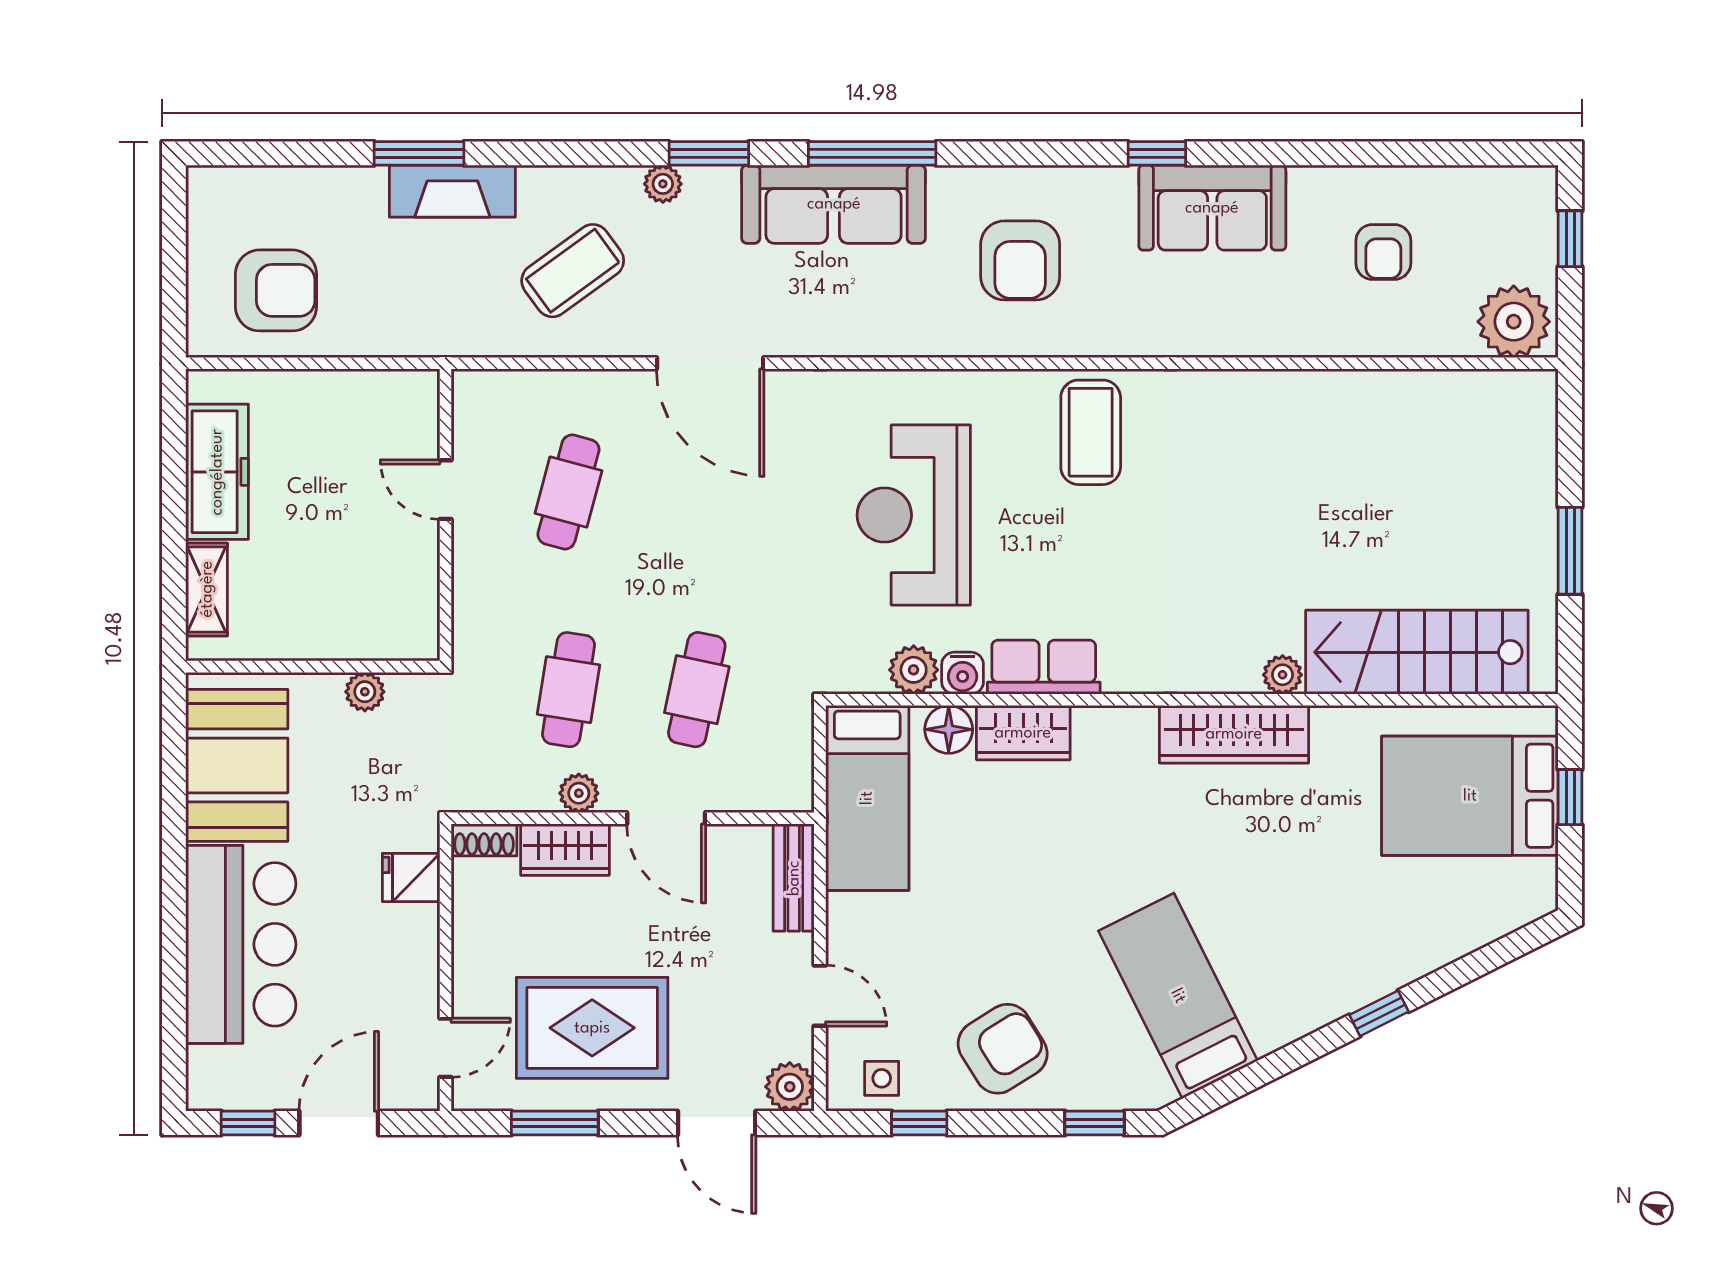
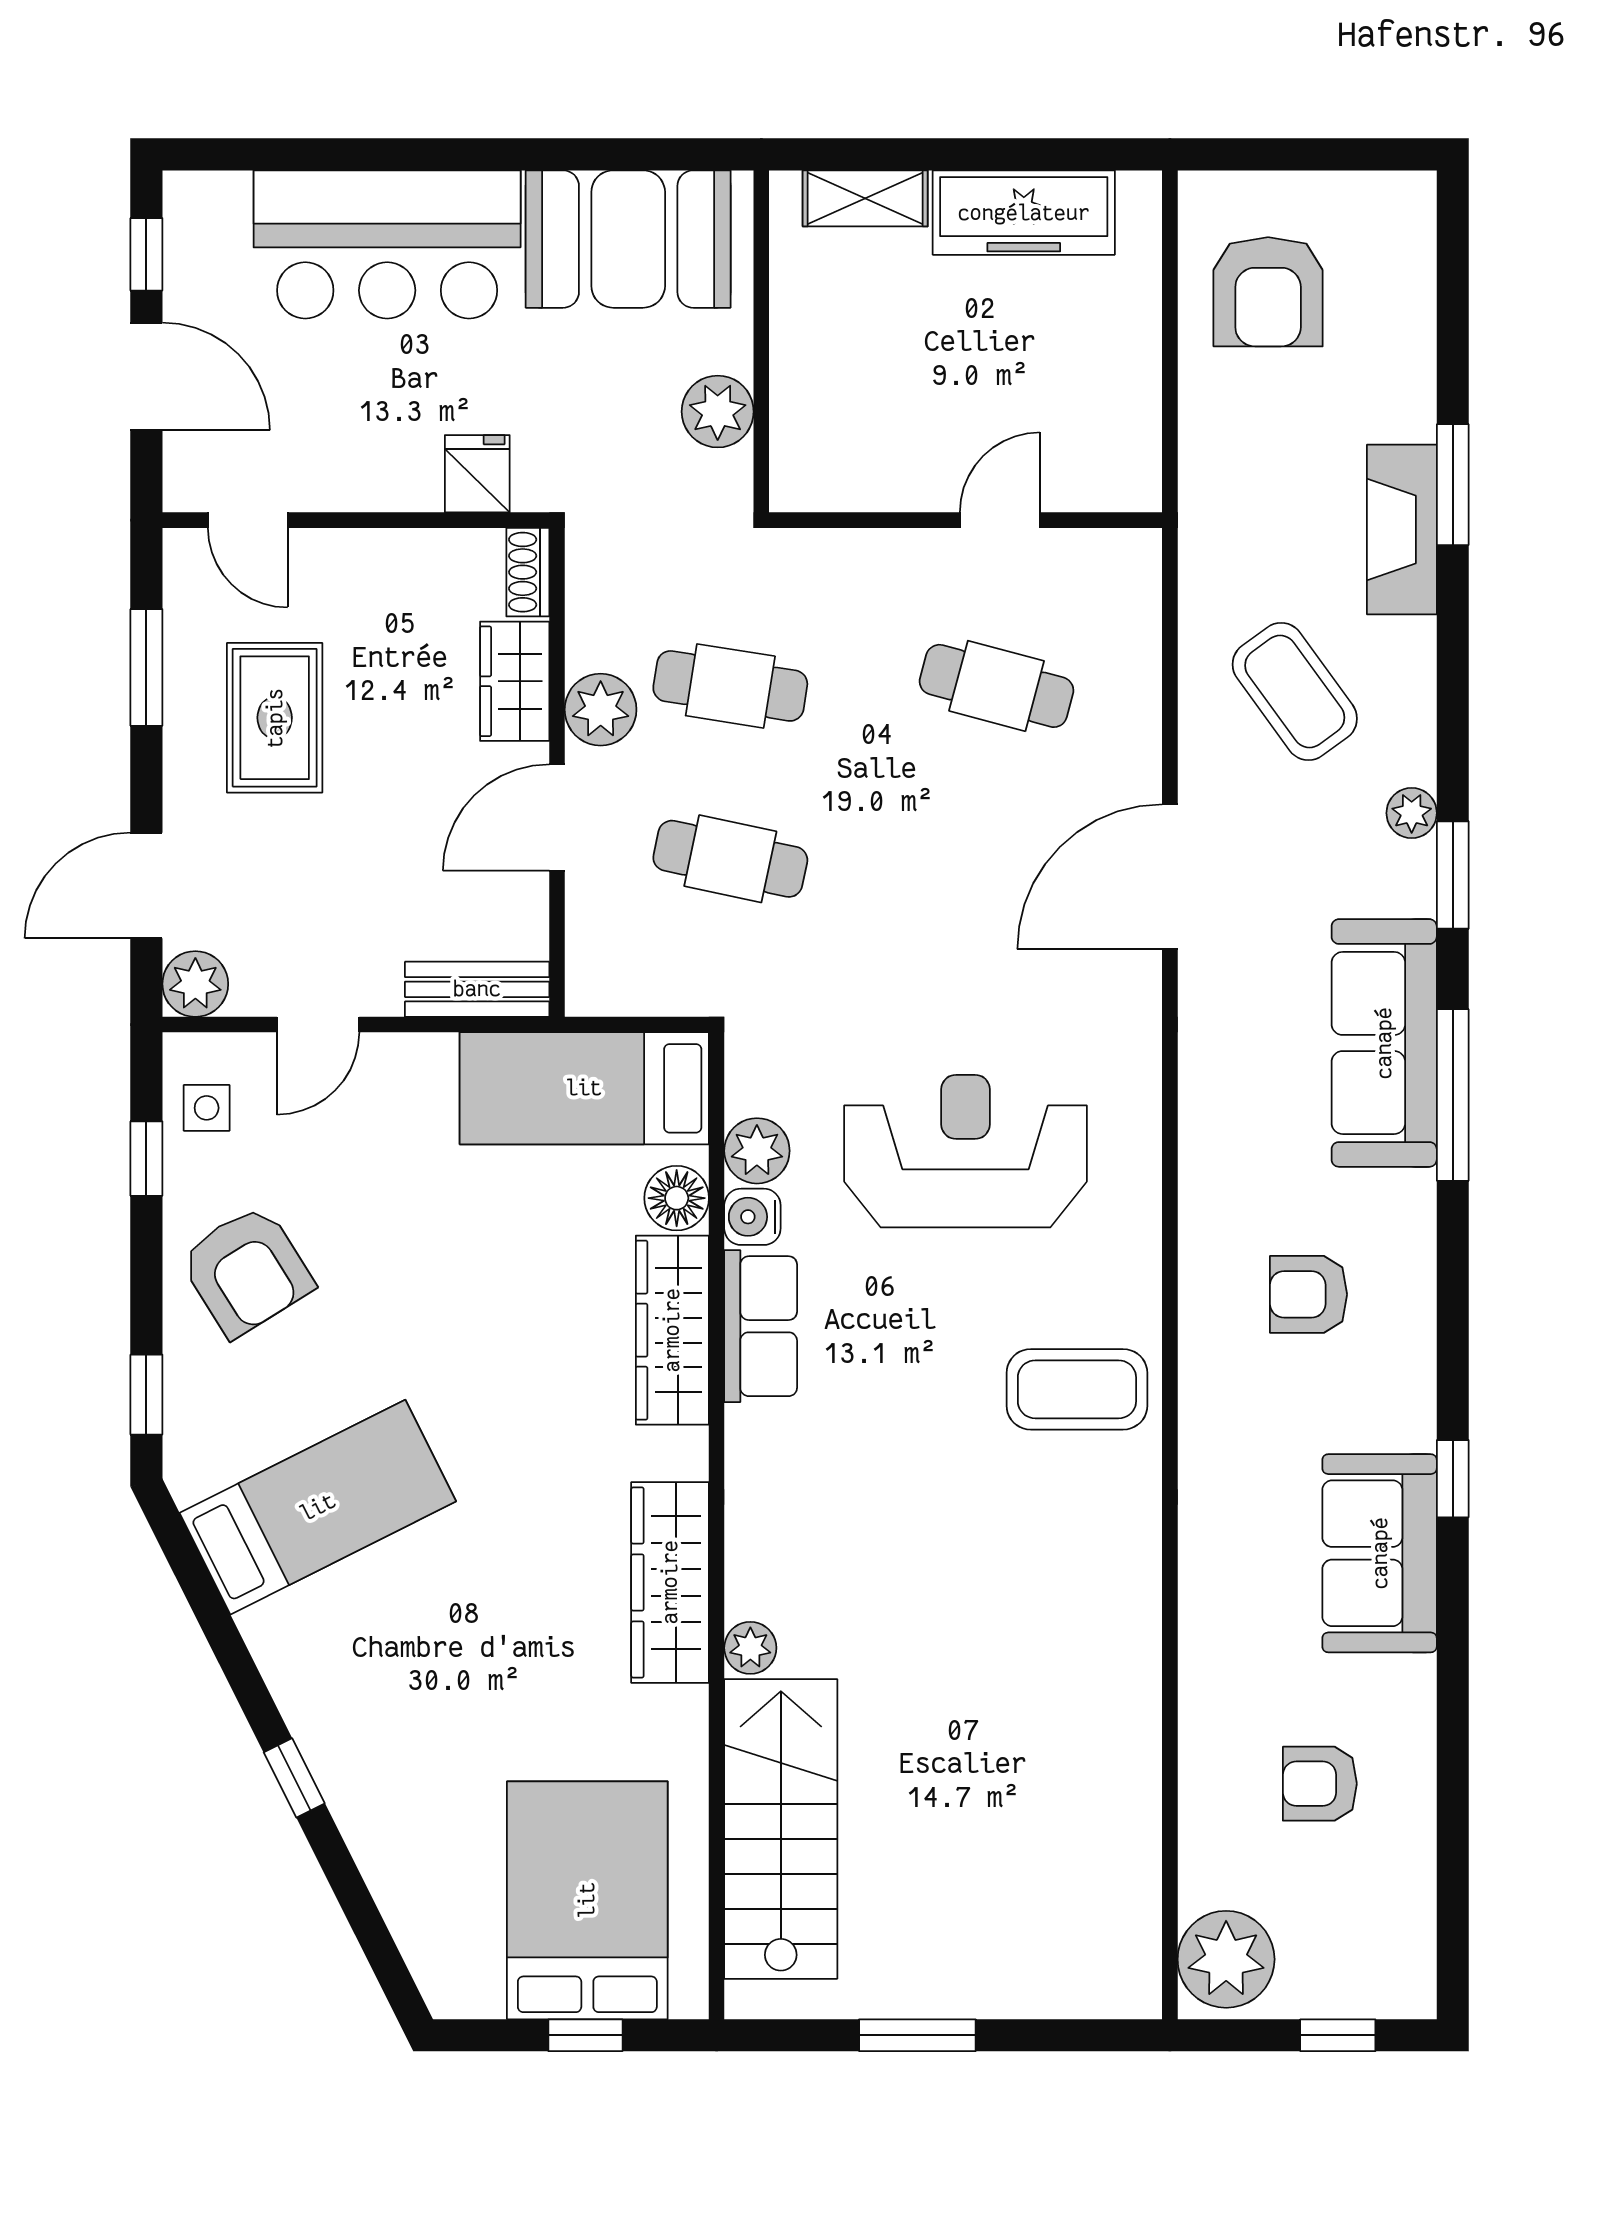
armchair: (1020, 260) -> (1309, 1294), width x0.72, depth x0.72
plant: (365, 692) -> (718, 412), width x1.38, depth x1.38
wardrobe: (1023, 733) -> (672, 1330), width x1.50
plant: (579, 793) -> (601, 710), width x1.38, depth x1.38
rug: (592, 1028) -> (275, 718), width x0.73, depth x0.70

